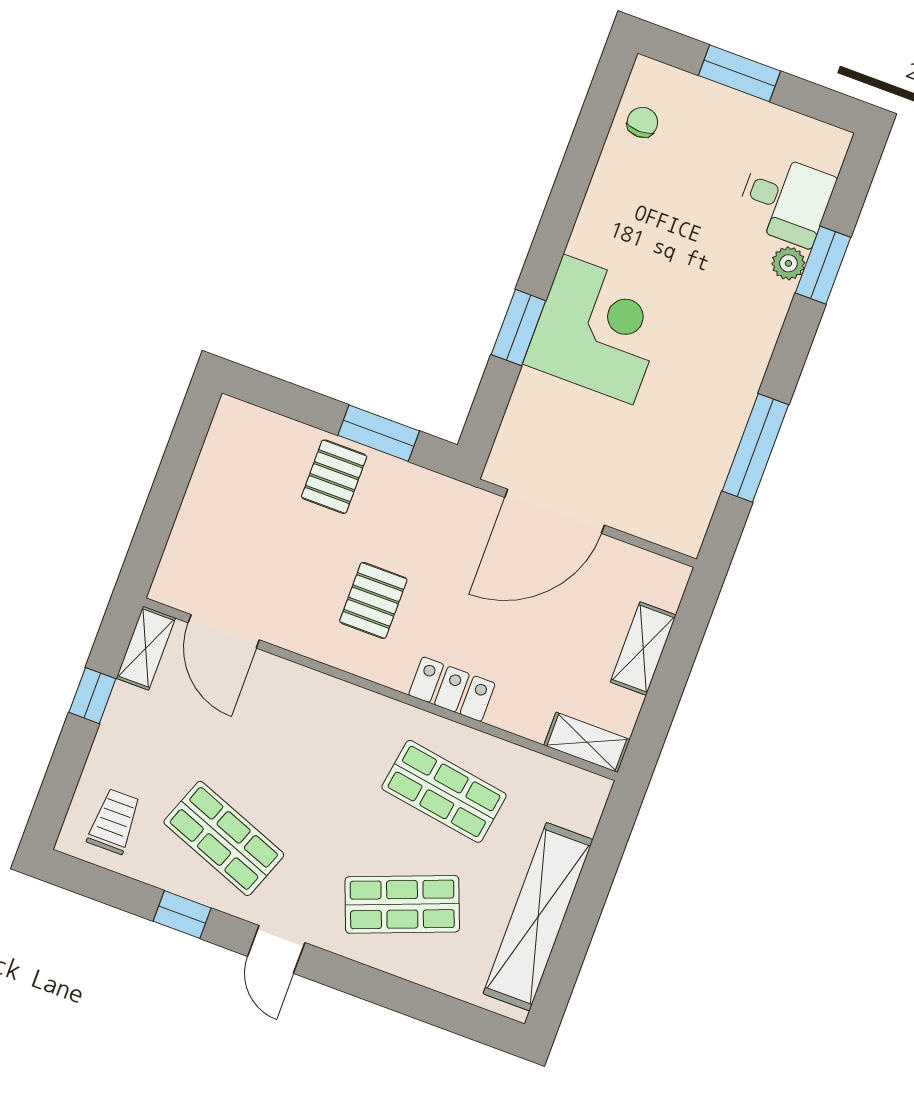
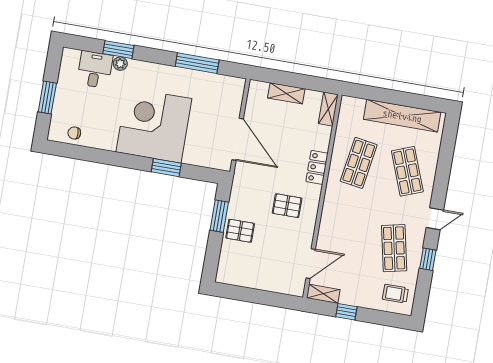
corner desk: (598, 329) -> (154, 125), width x1.36, depth x1.36
shop shelf: (224, 838) -> (394, 248), turned -33

